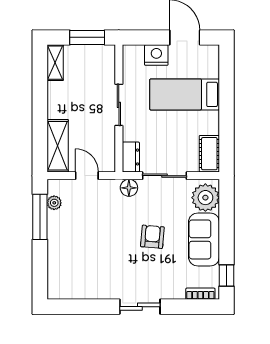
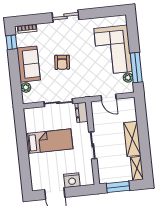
bed: (185, 94) -> (49, 141), moved
shelving: (58, 146) -> (132, 139), moved
cot: (209, 154) -> (31, 120), removed
floor lamp: (129, 188) -> (81, 92), removed
plant: (205, 198) -> (26, 87), width x0.53, depth x0.53
corner sofa: (73, 247) -> (113, 50), added

